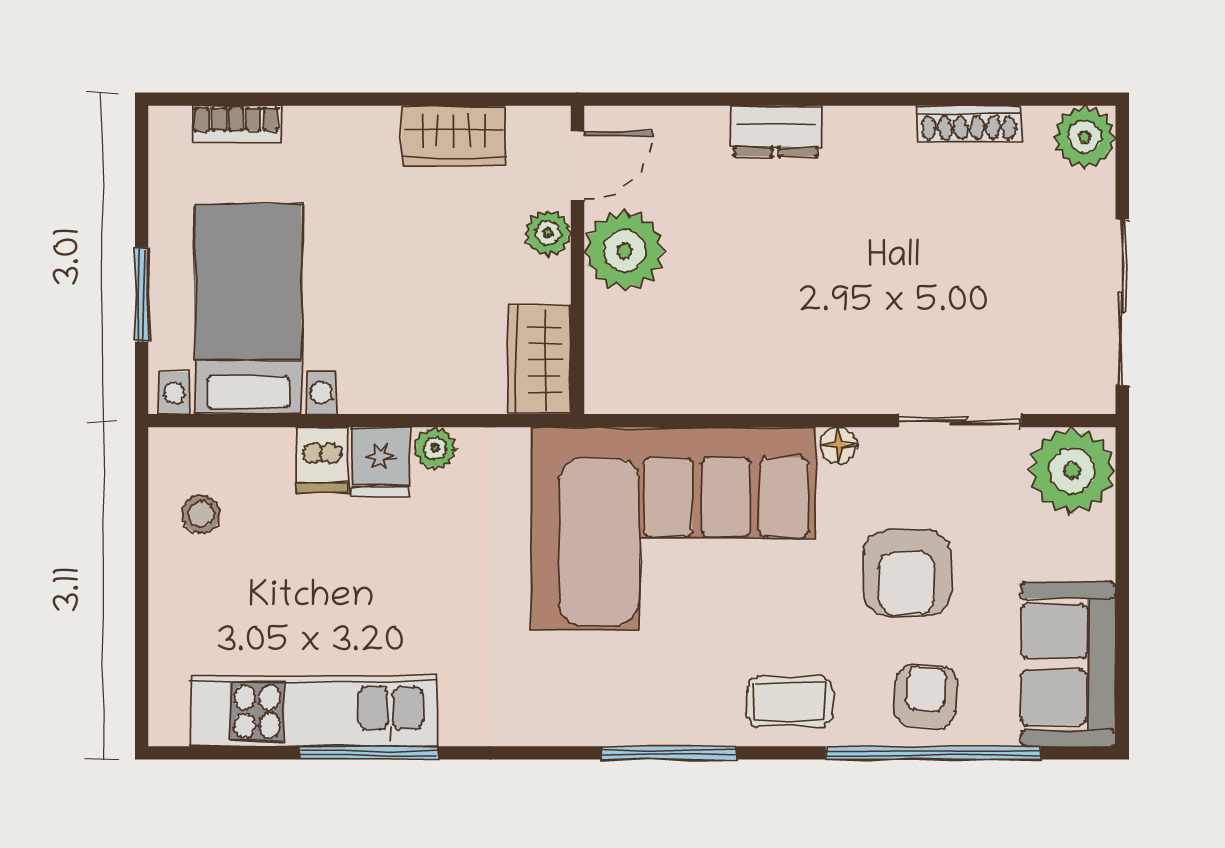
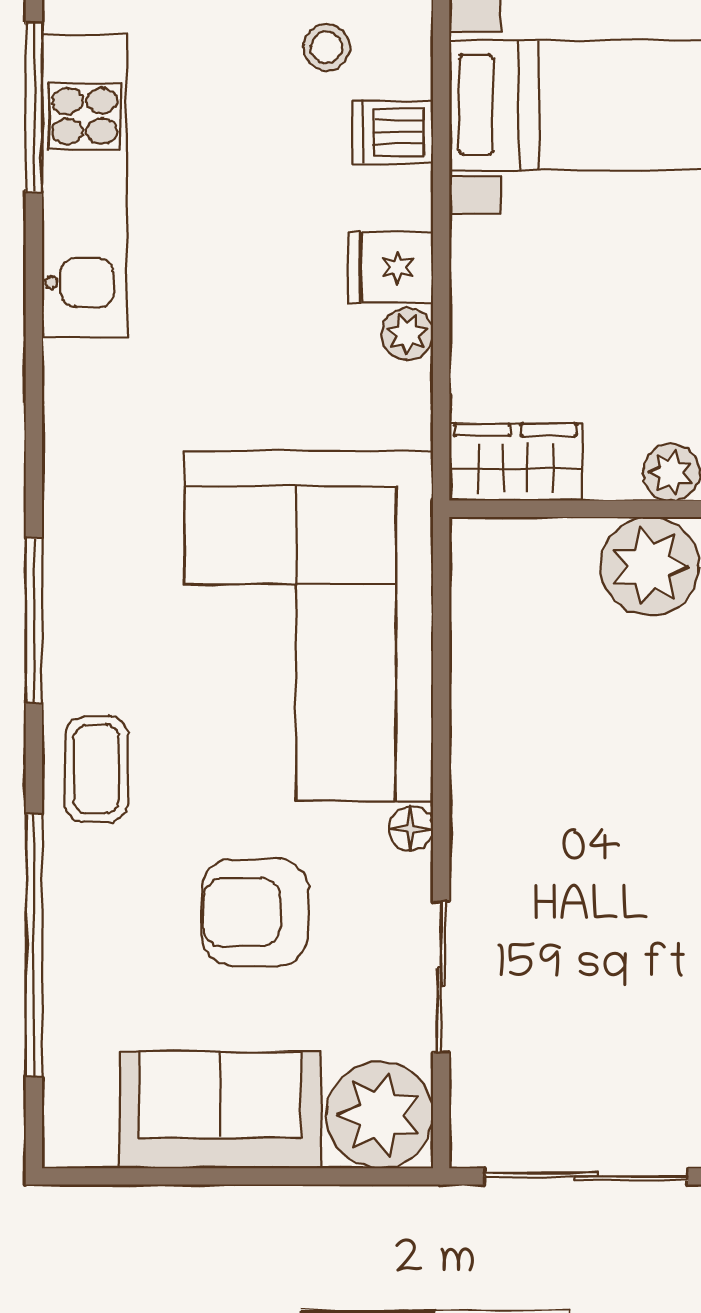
dishwasher: (322, 460) -> (393, 132), moved
sofa: (1068, 664) -> (220, 1110), moved
armchair: (926, 696) -> (103, 935), removed
window: (369, 753) -> (34, 107), moved

